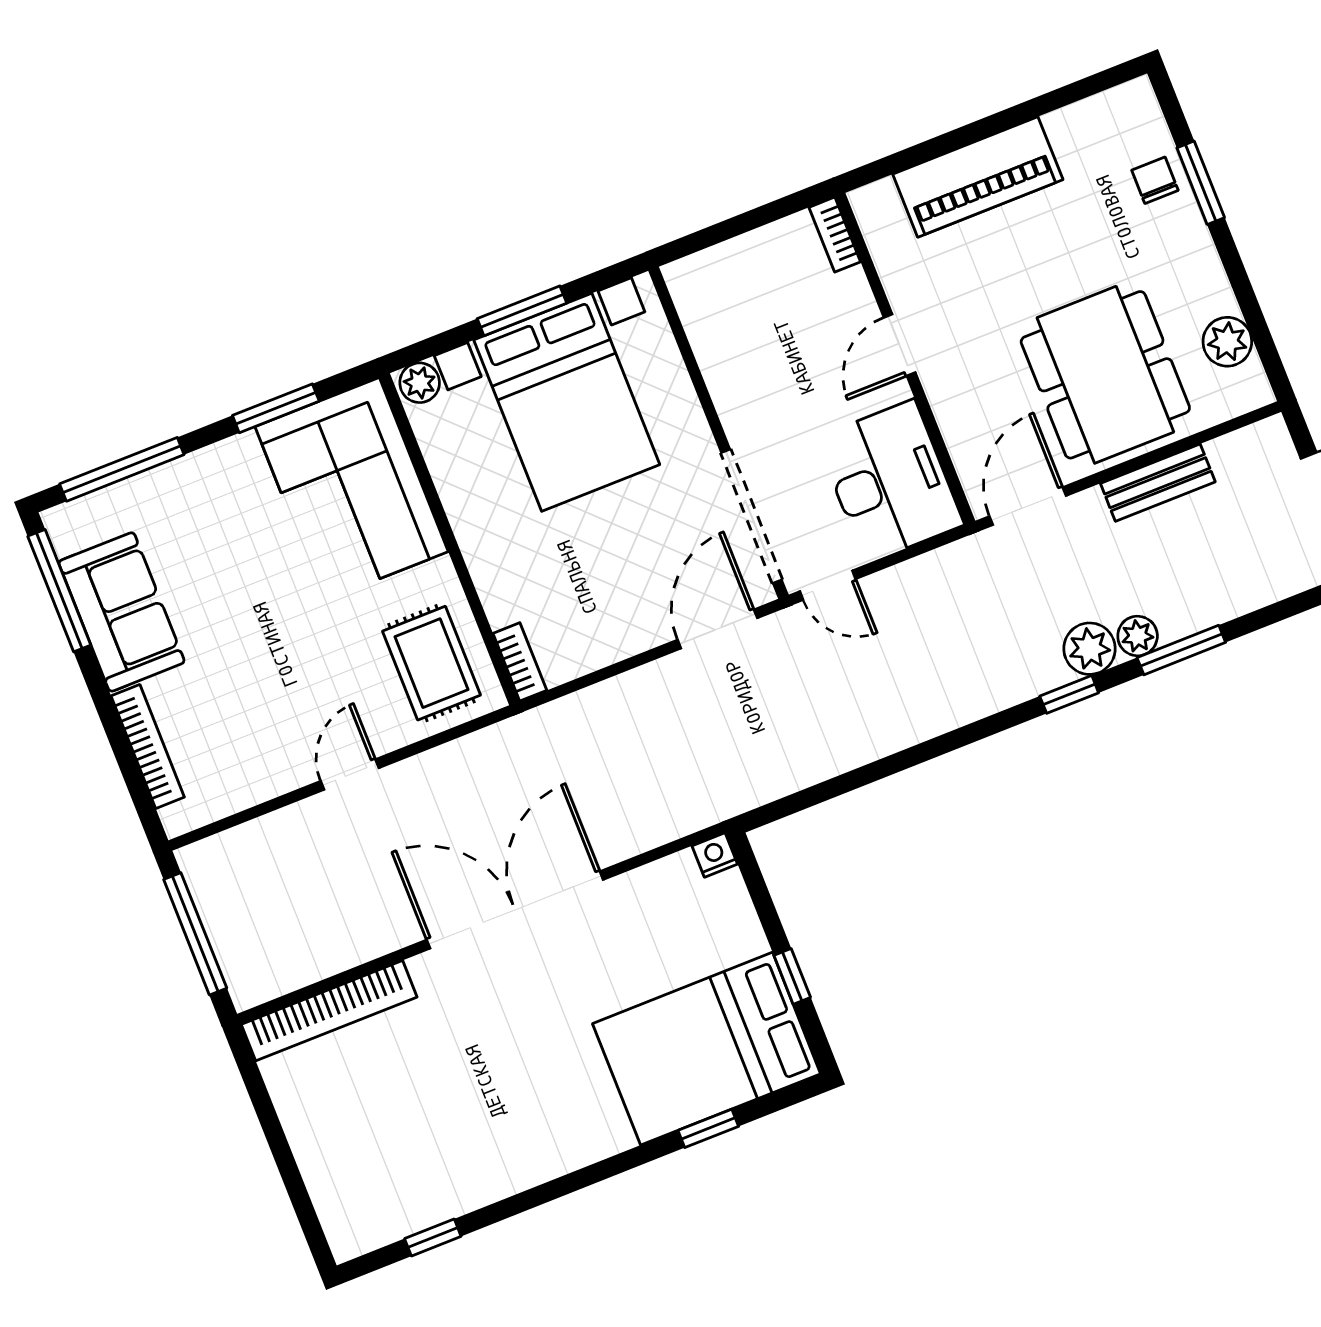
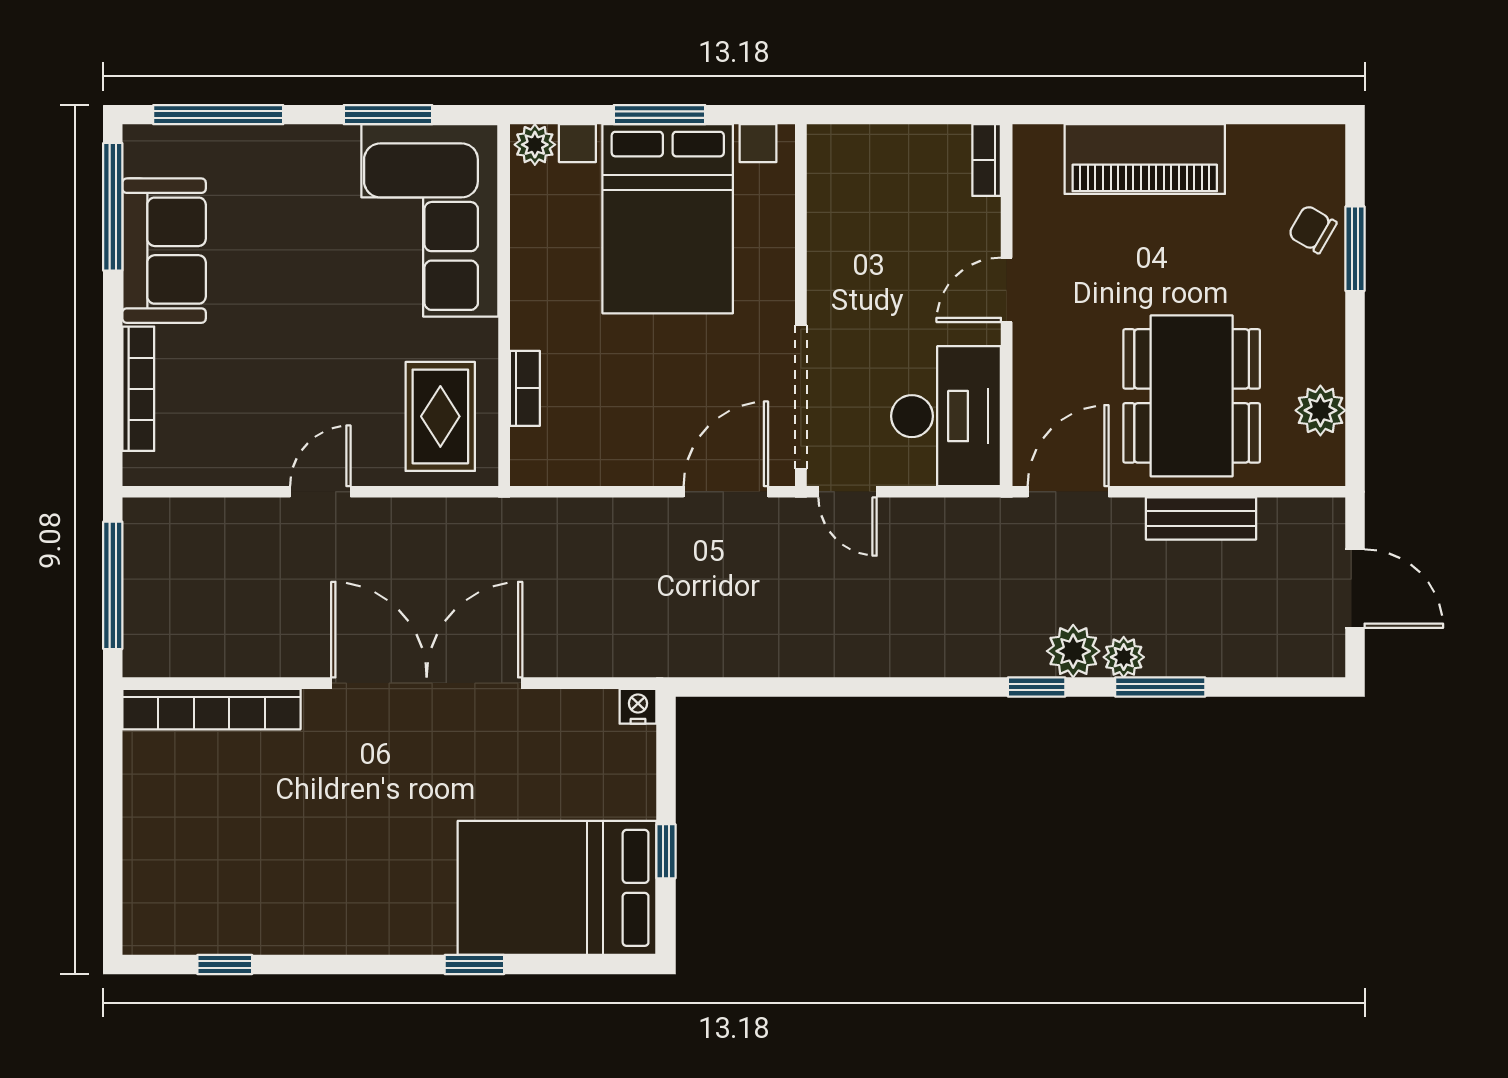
chair: (1155, 180) -> (1312, 229), turned -60
bookcase: (520, 662) -> (525, 388), moved
window: (708, 1128) -> (474, 965), moved

